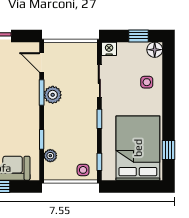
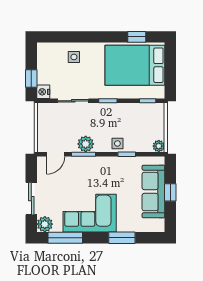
window: (139, 36) -> (31, 79), moved
floor lamp: (155, 50) -> (44, 50), removed
plant: (50, 156) -> (159, 146), moved
side table: (83, 170) -> (117, 143), moved

